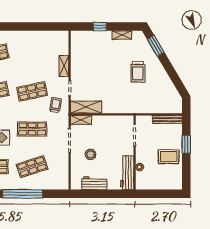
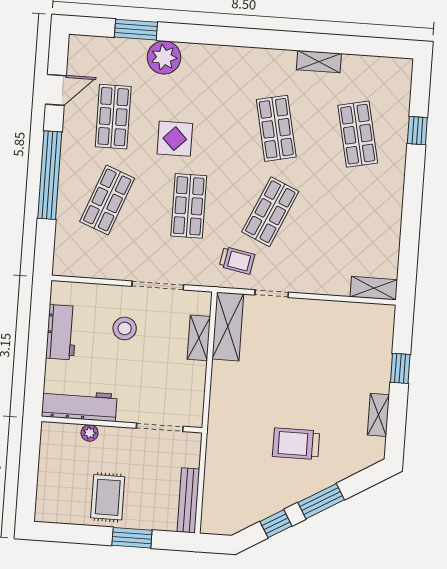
window: (156, 46) -> (321, 501), moved
shelving: (64, 66) -> (374, 288), moved
window: (175, 78) -> (276, 524), added
shop shelf: (32, 91) -> (270, 212), turned 36
shelving: (81, 120) -> (199, 338), moved
shop shelf: (32, 167) -> (107, 200), turned 39

